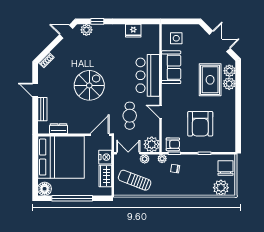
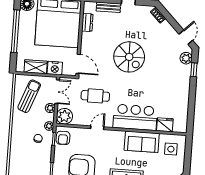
fridge: (133, 31) -> (165, 125), moved, turned 90

